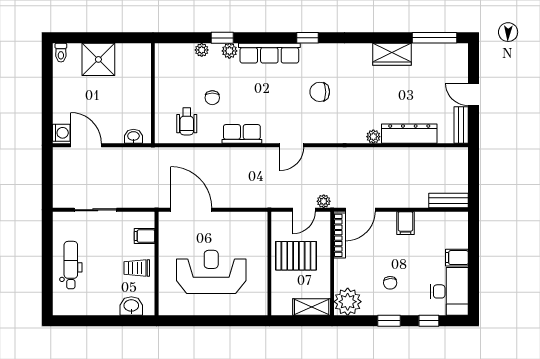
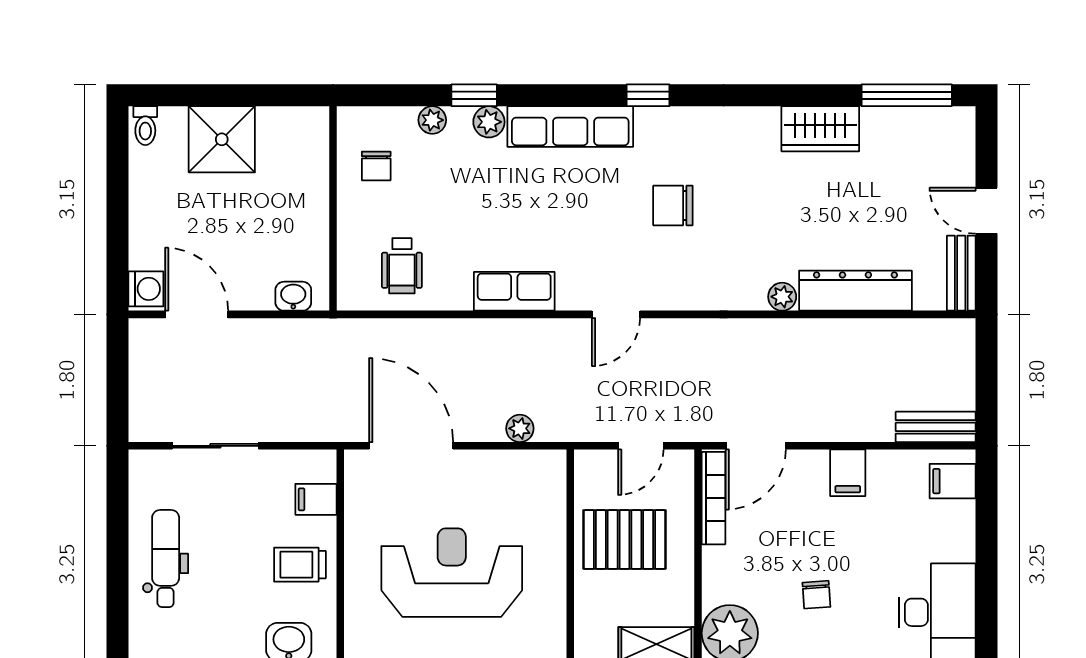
chair: (212, 98) -> (376, 166), moved
plant: (324, 201) -> (520, 428), moved
filing cabinet: (457, 258) -> (953, 481), moved

